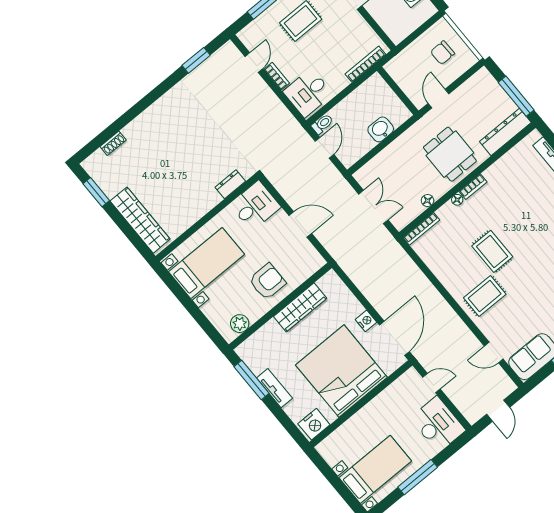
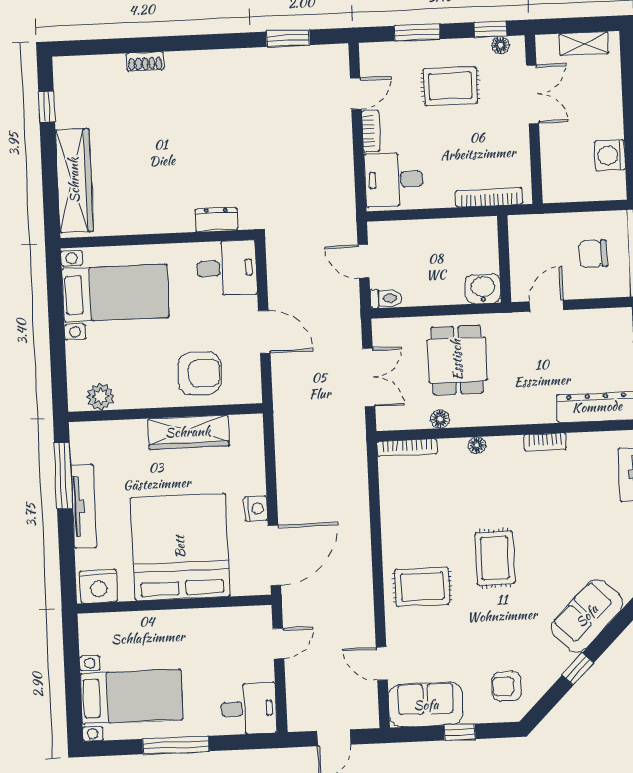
toilet: (322, 124) -> (386, 298), moved
washbasin: (381, 129) -> (483, 289), moved
shoe rack: (113, 143) -> (145, 61), moved
door: (324, 148) -> (363, 261), swing flipped
dining table: (450, 154) -> (457, 360), moved
bookcase: (473, 187) -> (545, 442), moved
window: (96, 192) -> (47, 107), width x0.67
rug: (492, 251) -> (495, 558), moved
armchair: (267, 282) -> (200, 373), moved
door: (431, 383) -> (278, 644), hinge flipped
tv unit: (274, 388) -> (84, 506), width x1.41
desk: (438, 424) -> (249, 709), width x0.73

